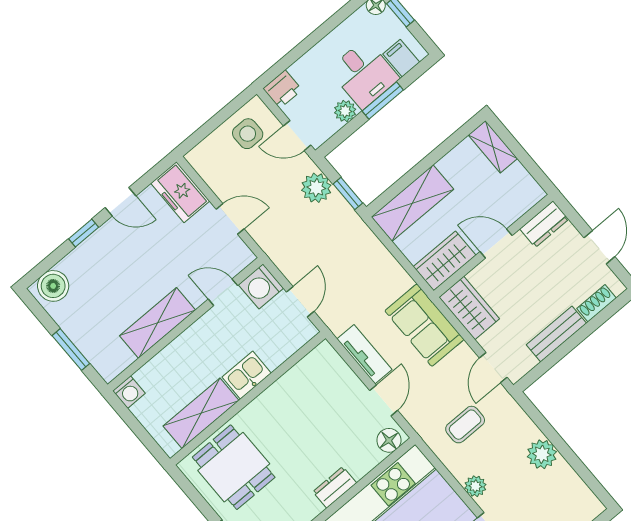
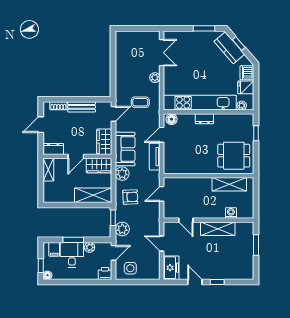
door: (297, 136) -> (114, 253), hinge flipped
shelving: (493, 147) -> (48, 170), moved
door: (496, 244) -> (76, 156), hinge flipped
armchair: (348, 252) -> (130, 197), added
boiler: (53, 286) -> (243, 272), removed
washing machine: (261, 286) -> (171, 211), removed
kitchen sink: (247, 375) -> (202, 184), removed
washing machine: (129, 392) -> (231, 213), moved
plant: (542, 454) -> (122, 174), moved
dining table: (234, 467) -> (234, 156), turned 90

